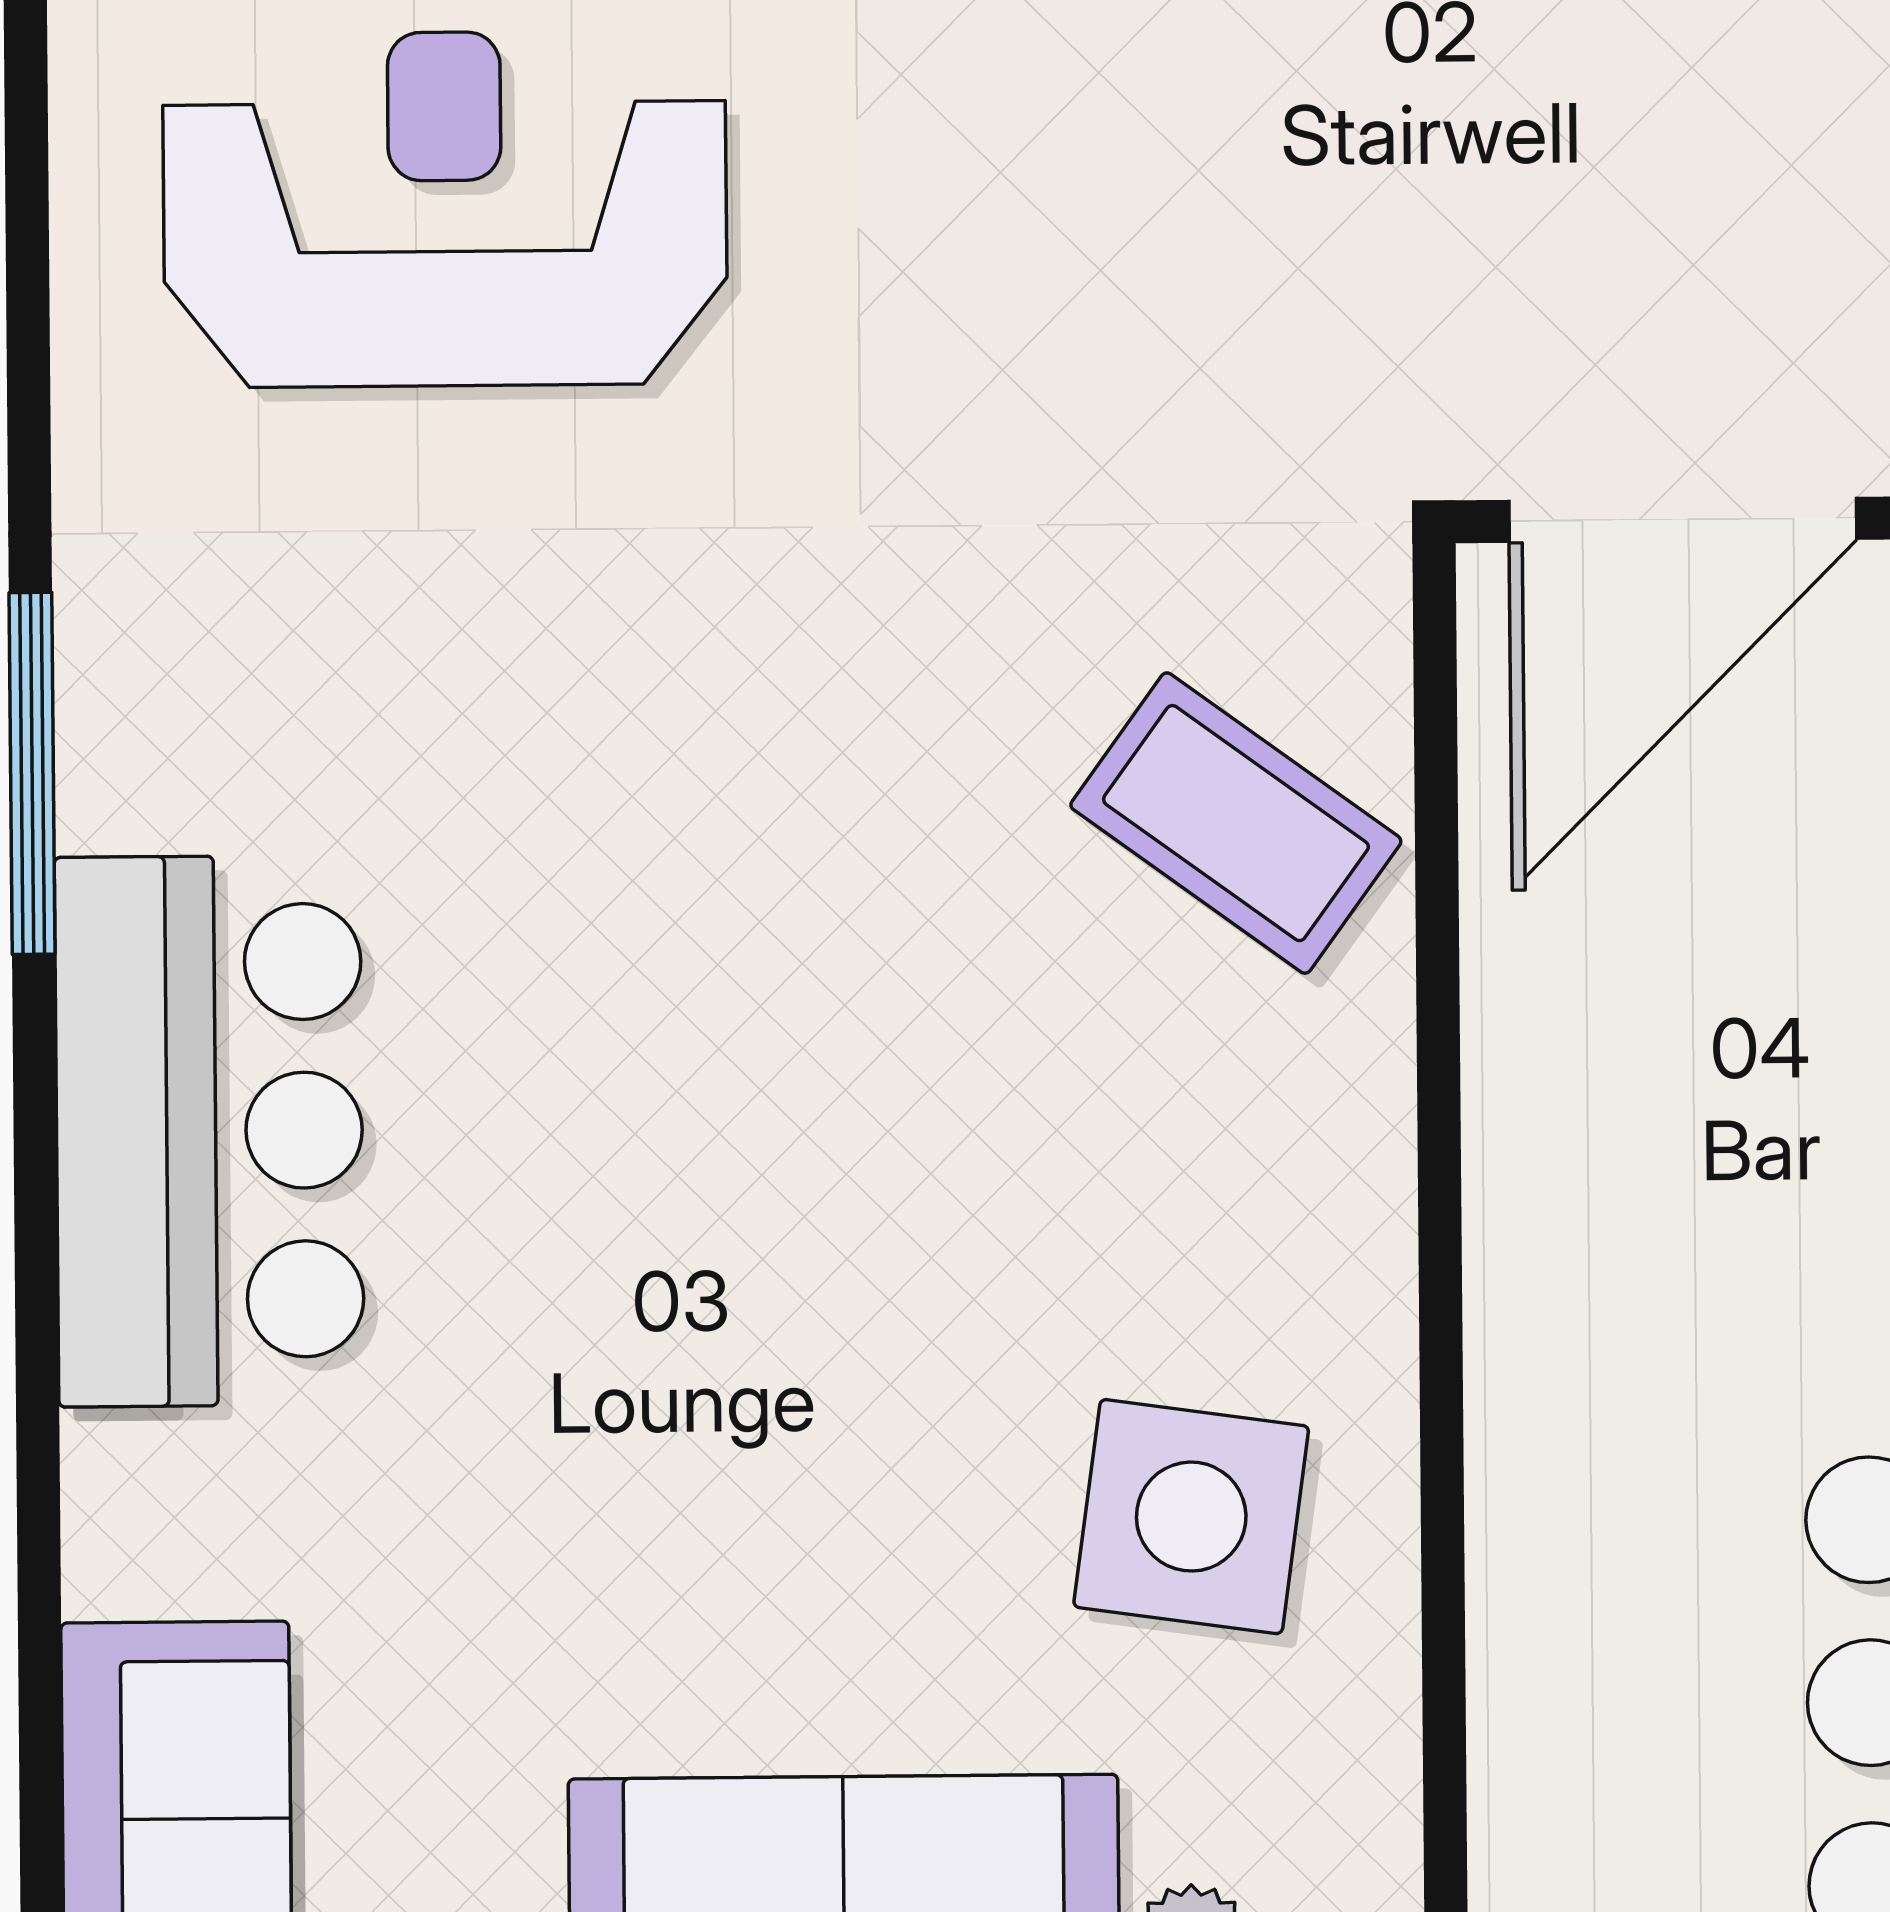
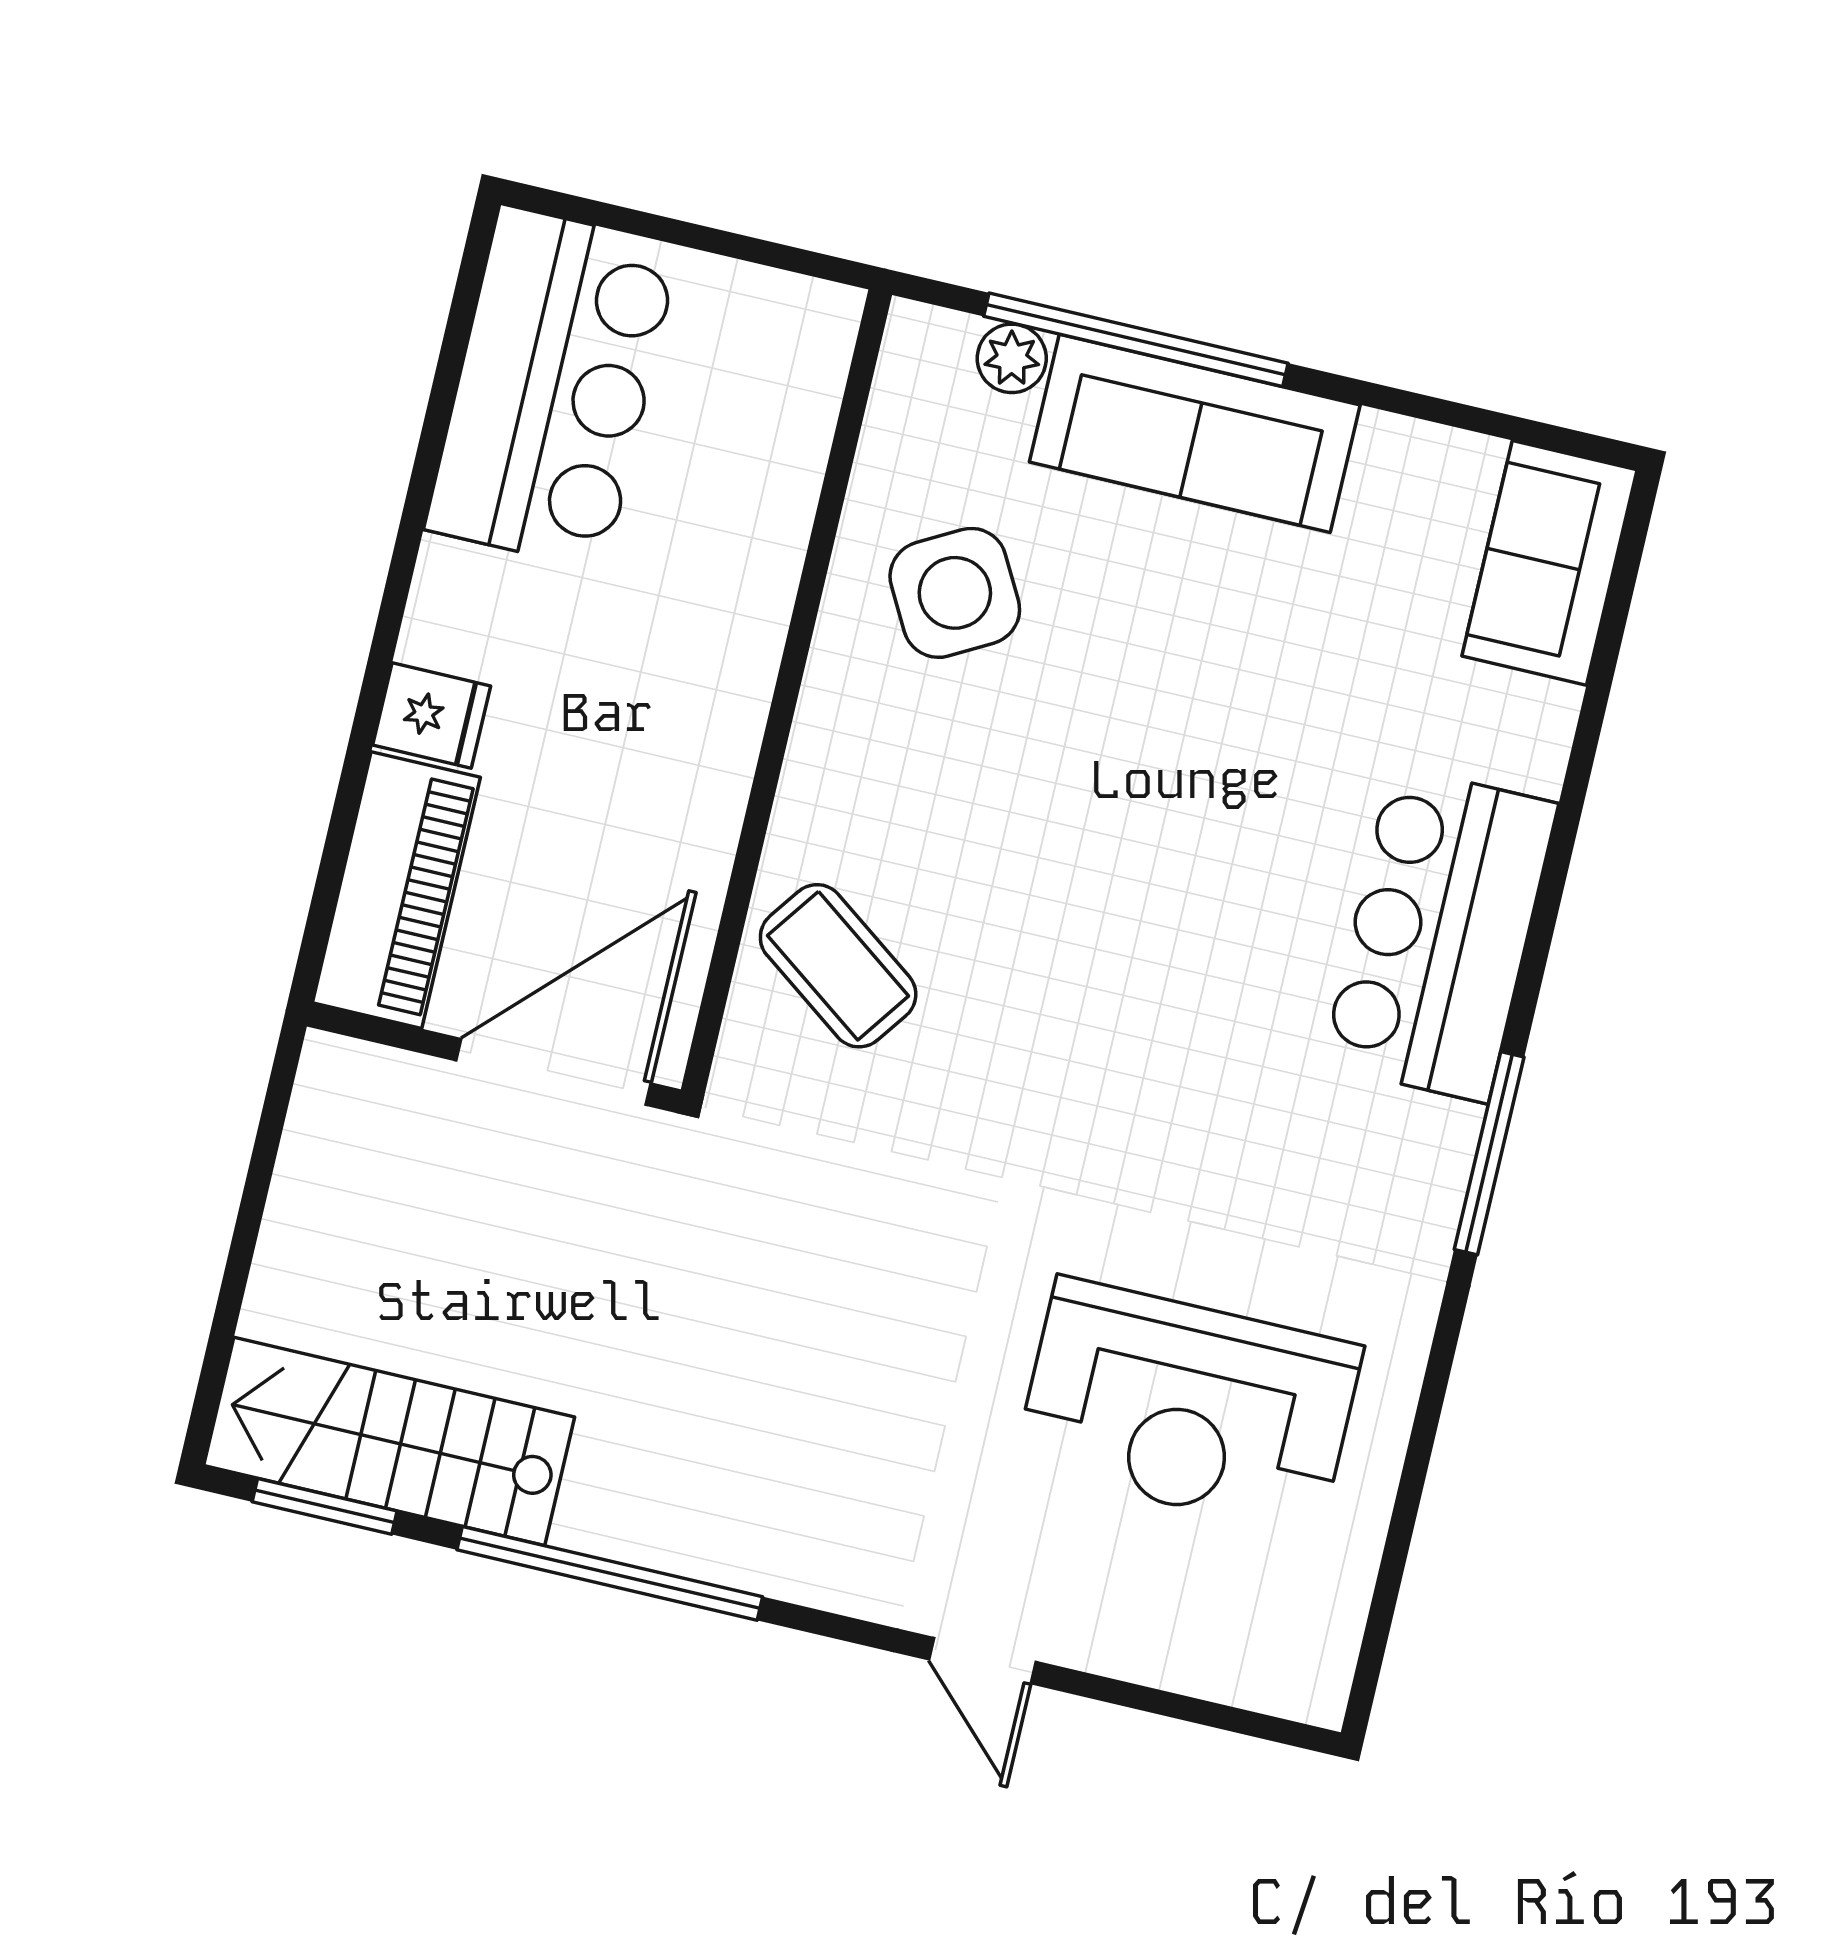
side table: (1191, 1517) -> (955, 593), turned -37

